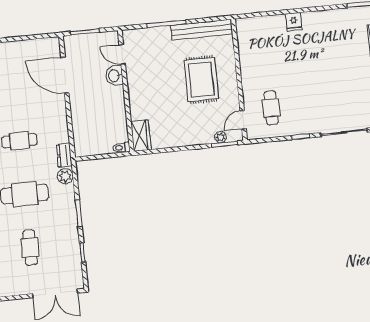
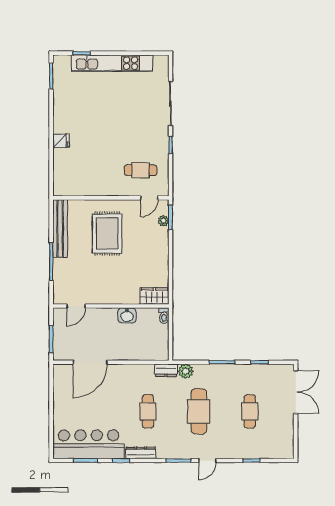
washbasin: (114, 76) -> (127, 315), moved
rug: (201, 80) -> (107, 233), turned 90
door: (243, 120) -> (149, 198), hinge flipped
cafe table: (30, 247) -> (250, 411), turned 90

